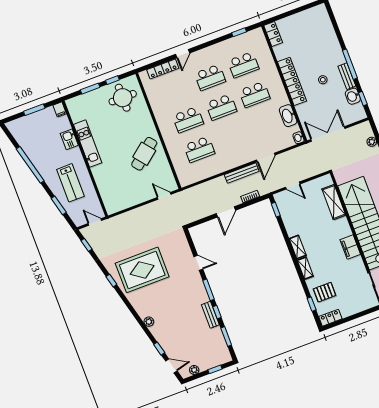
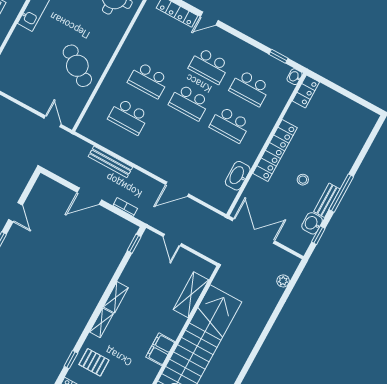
washbasin: (298, 138) -> (295, 77), moved
cafe table: (144, 154) -> (77, 66), turned 75
bench: (242, 173) -> (110, 162), moved

